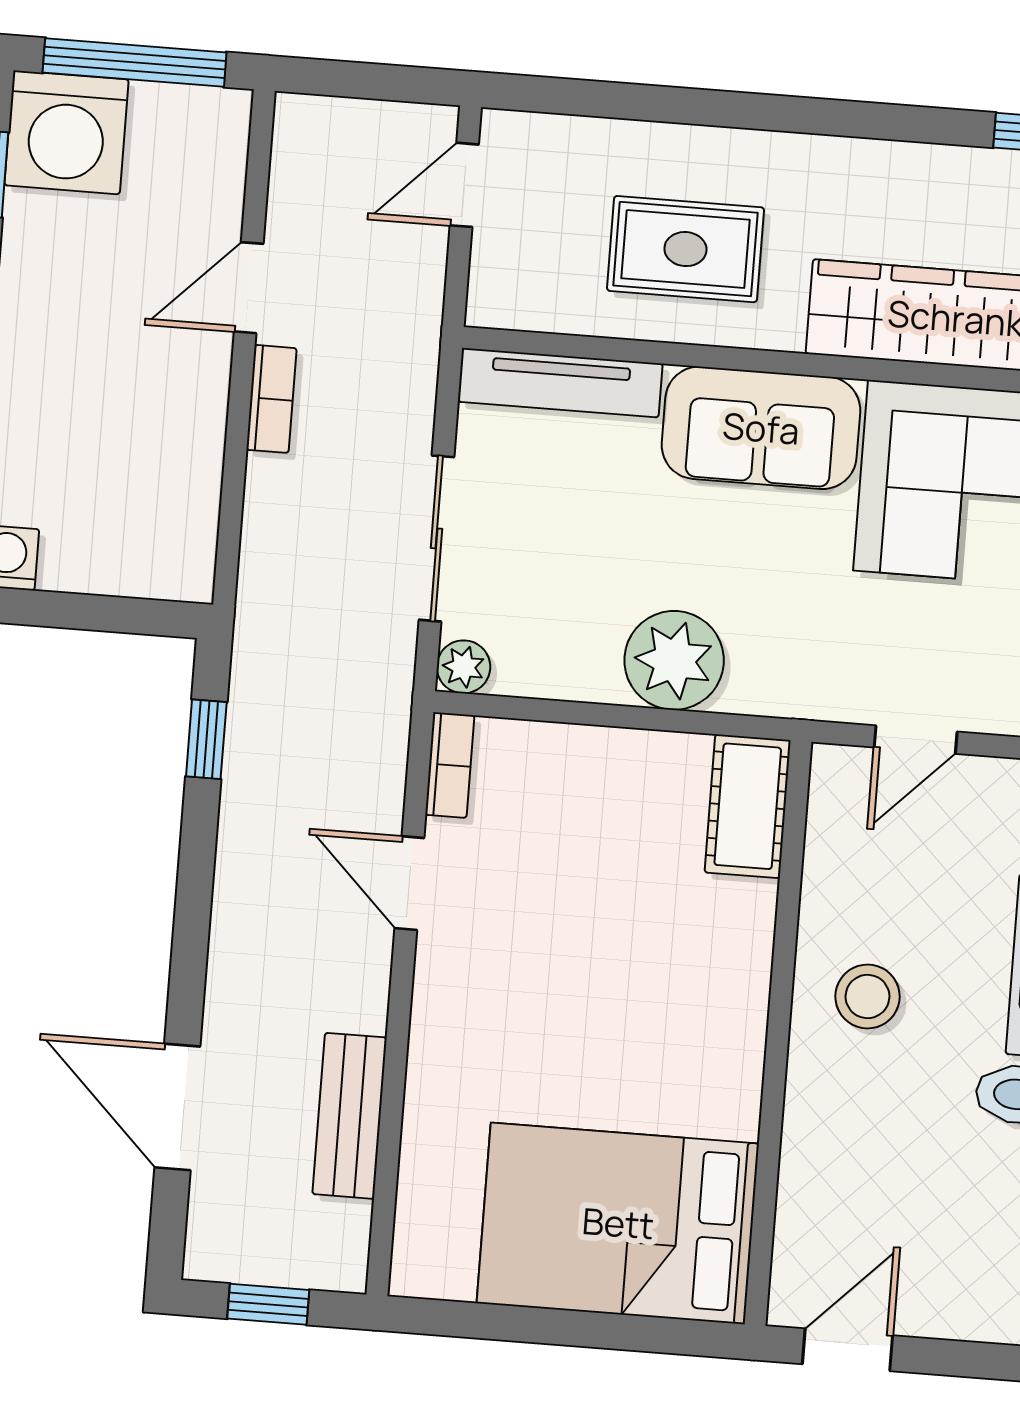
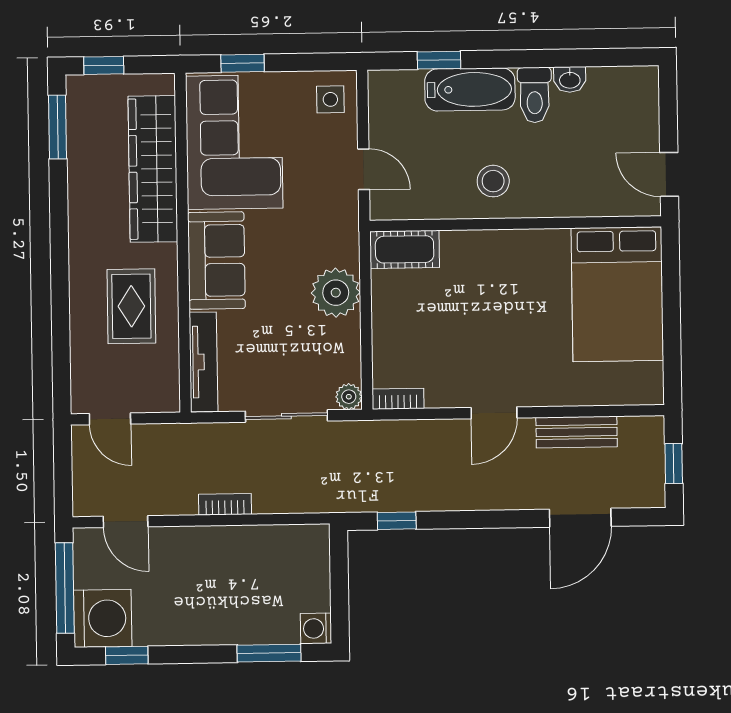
door: (249, 288) -> (126, 522), moved
door: (409, 883) -> (494, 413), moved

